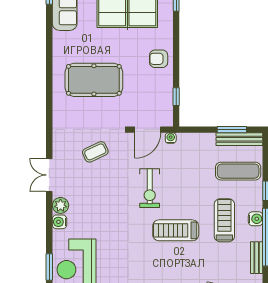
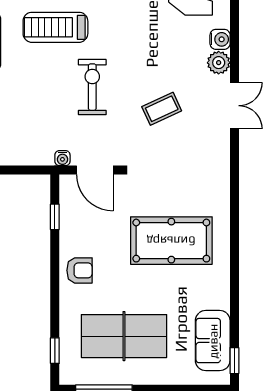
door: (148, 130) -> (95, 170), swing flipped
coffee table: (95, 152) -> (162, 109), moved
treadmill: (176, 230) -> (55, 27), turned 180

